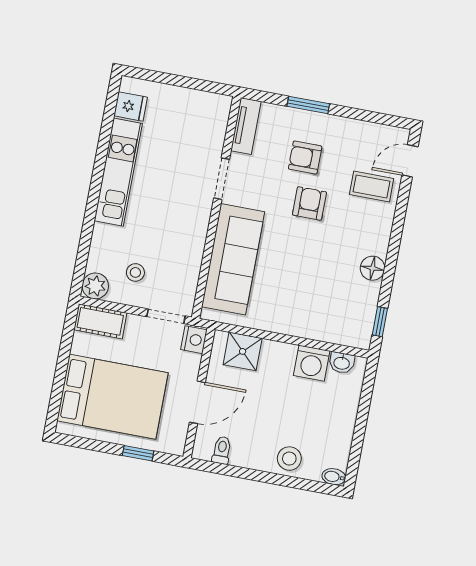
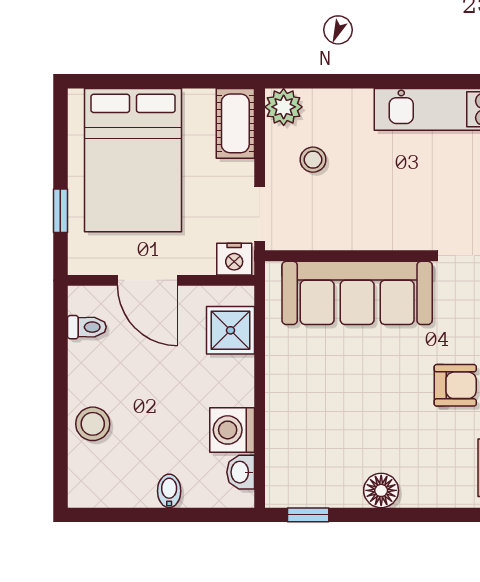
bidet: (334, 477) -> (169, 491), moved

